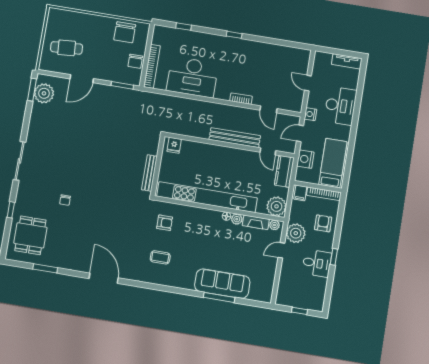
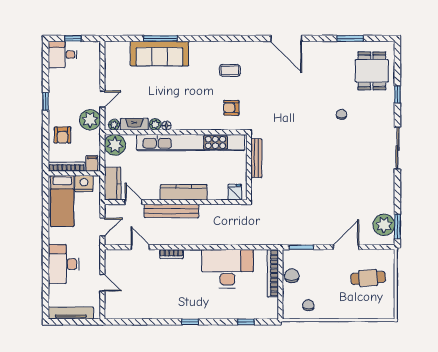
chair: (125, 32) -> (308, 305), width x0.54, depth x0.54
tv unit: (347, 61) -> (71, 313), width x1.41
nightstand: (310, 114) -> (94, 250), removed
kitchen counter: (221, 153) -> (184, 192), added
nightstand: (305, 159) -> (84, 184), moved, turned -90
desk: (317, 263) -> (63, 55), moved

